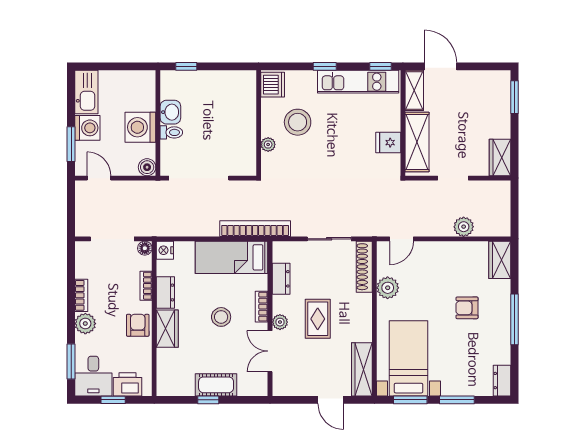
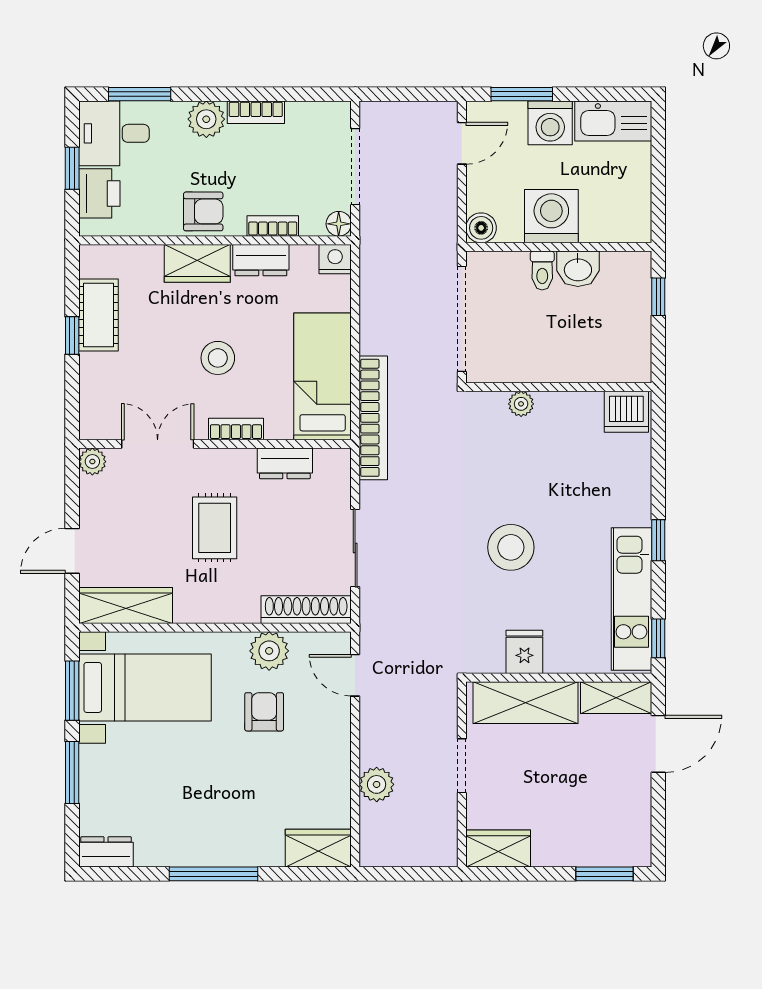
dishwasher: (273, 85) -> (626, 412), moved
stool: (298, 122) -> (511, 547), moved
wall: (259, 123) -> (559, 387), moved
plant: (268, 144) -> (521, 404), moved
armchair: (467, 308) -> (264, 712), moved
rug: (318, 319) -> (215, 528), turned 90
plant: (280, 322) -> (92, 462), moved
cot: (216, 385) -> (98, 315), moved

